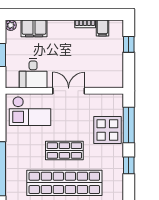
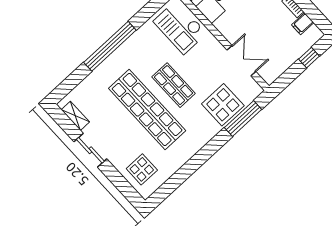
double door: (69, 91) -> (241, 61), moved
window: (129, 165) -> (210, 149), removed

